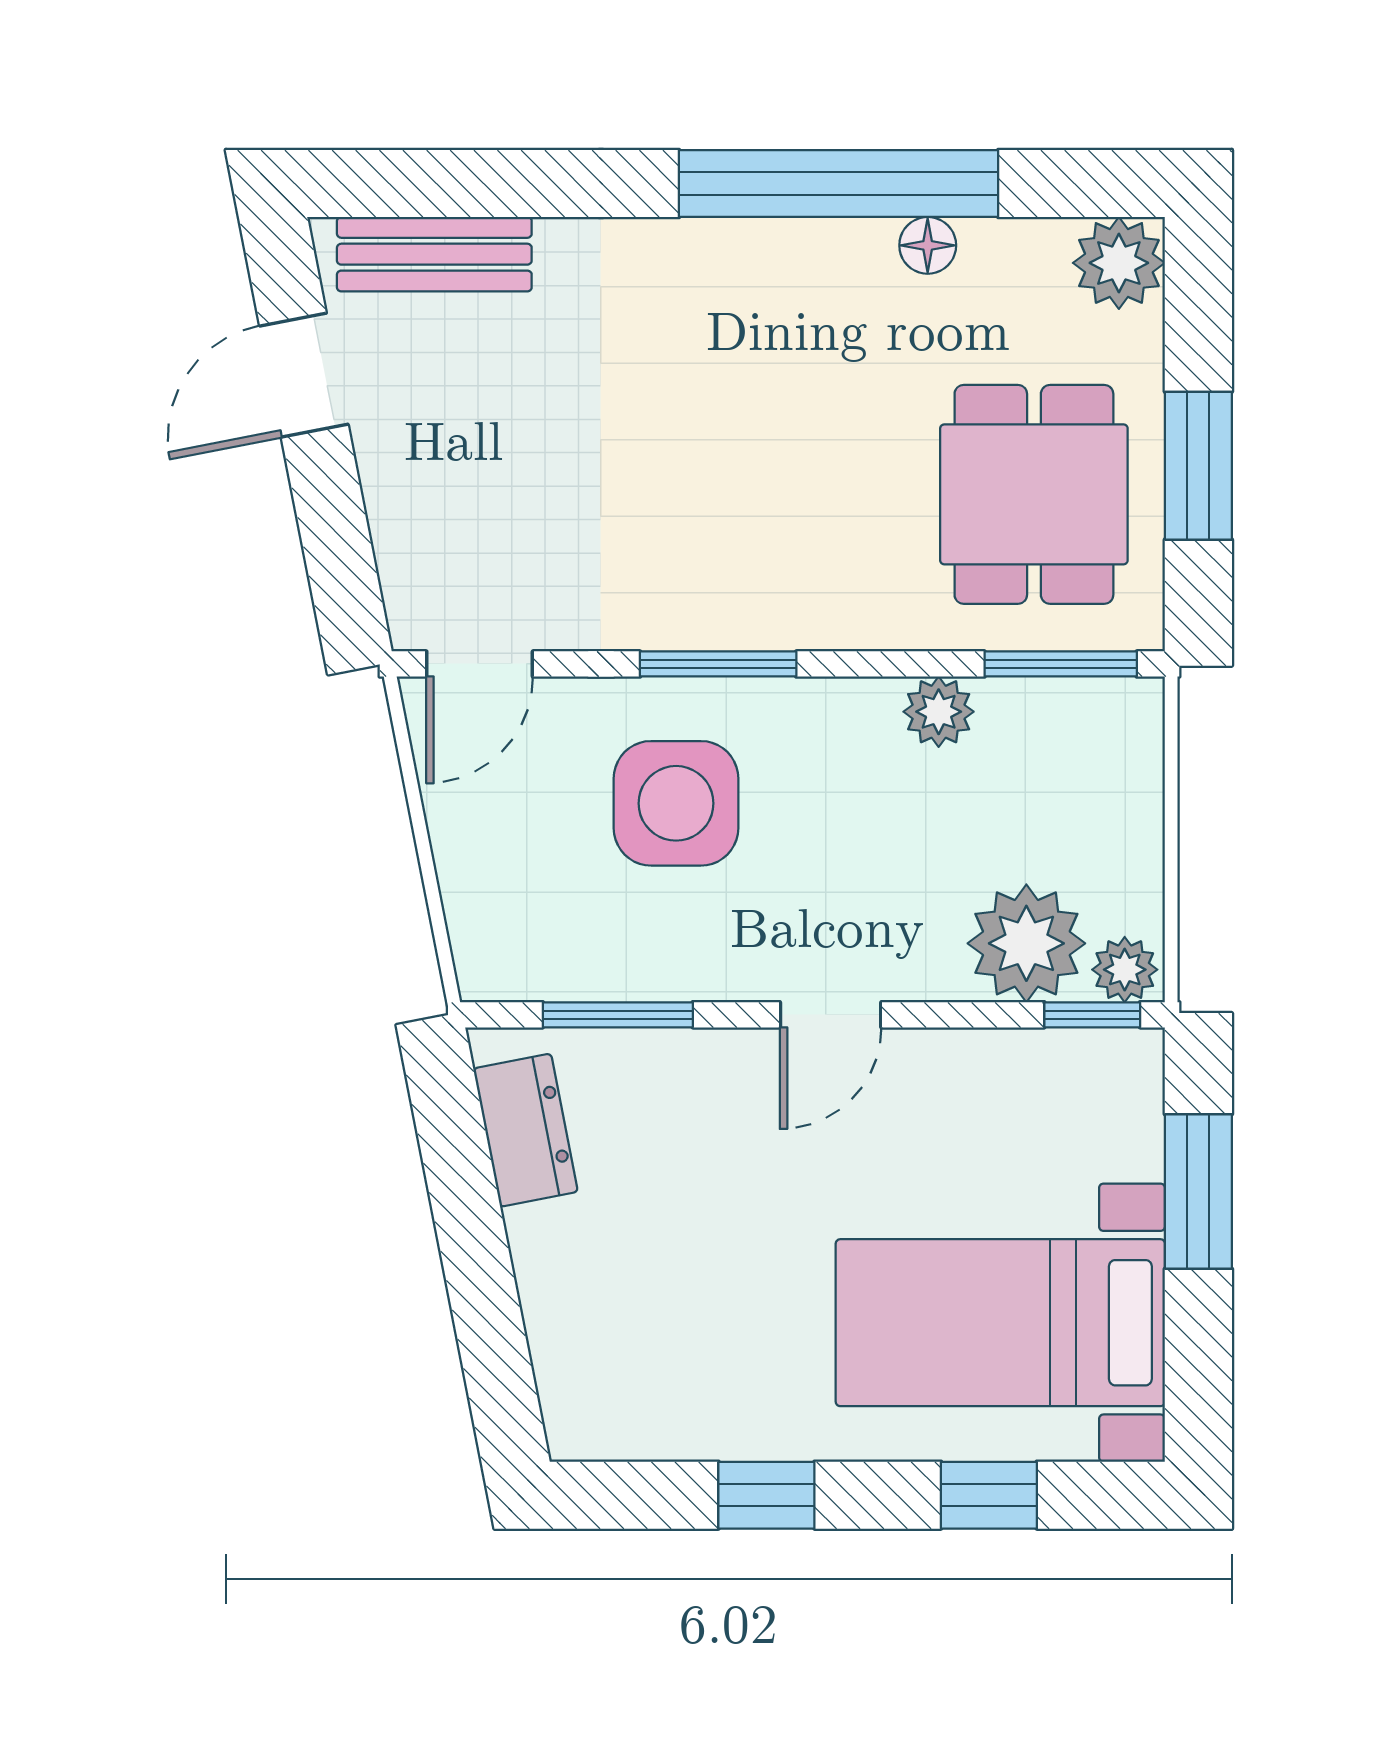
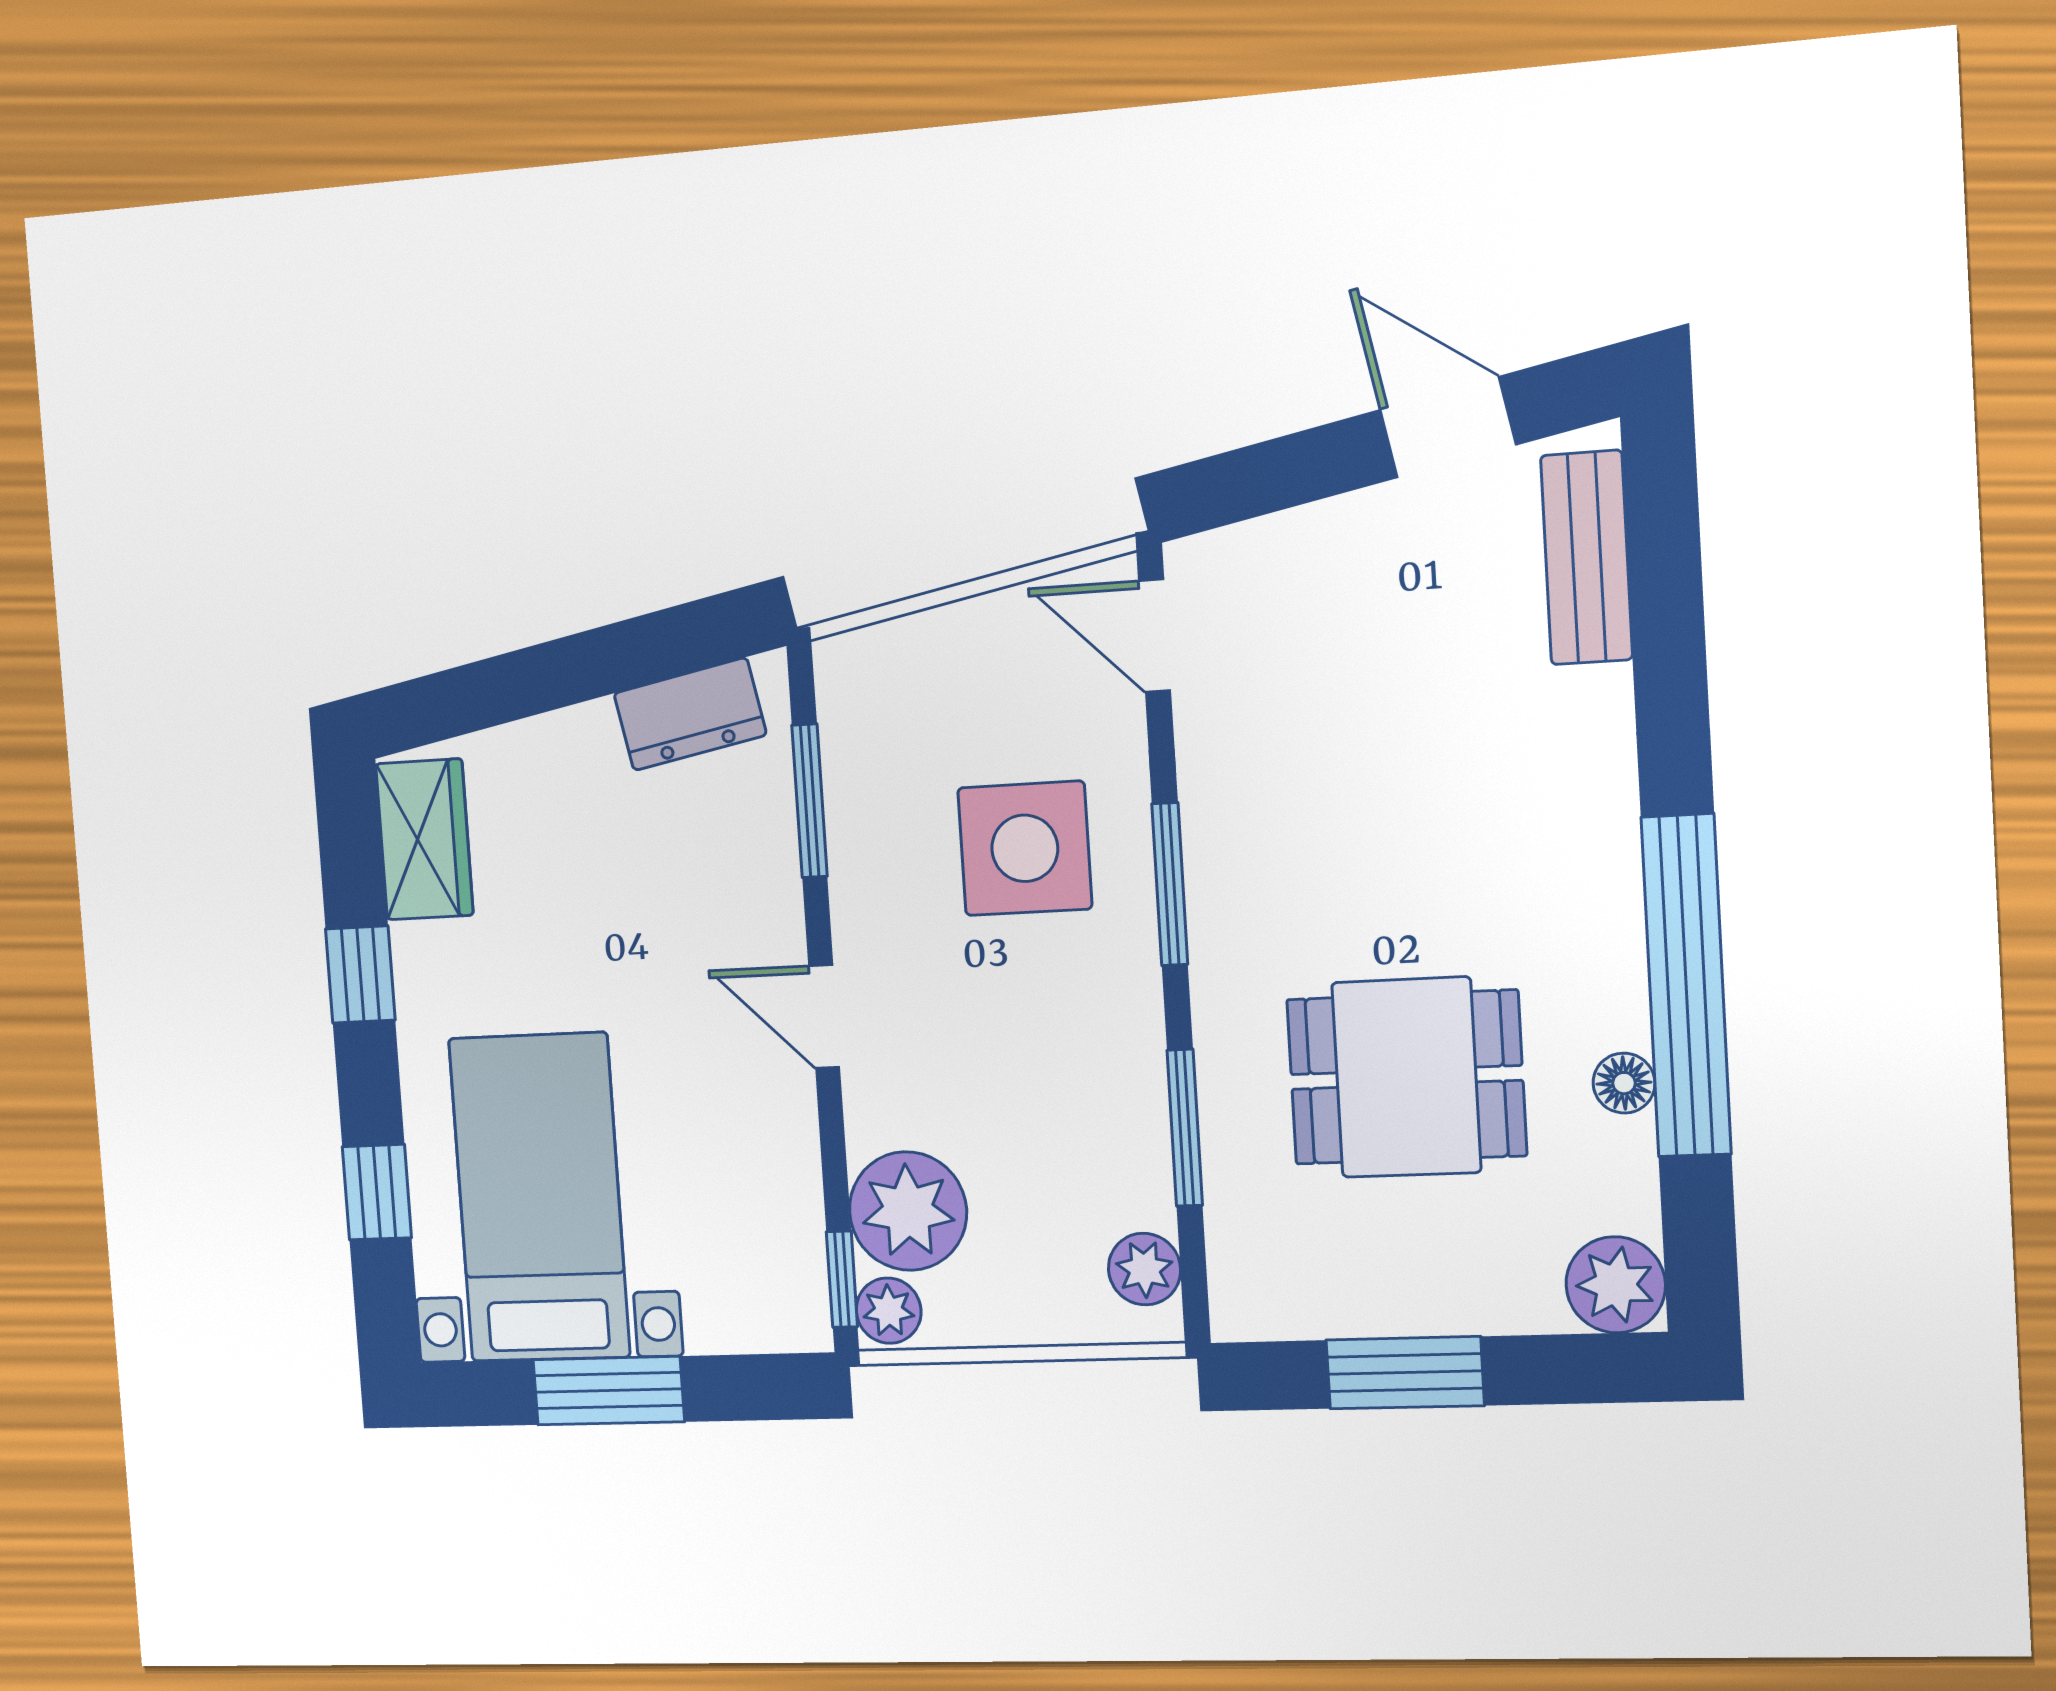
dining table: (1034, 494) -> (1406, 1077), moved
window: (1061, 664) -> (1185, 1128), moved
plant: (939, 712) -> (1144, 1269), moved
window: (1198, 1191) -> (609, 1391), moved
wardrobe: (634, 1416) -> (424, 839), added

